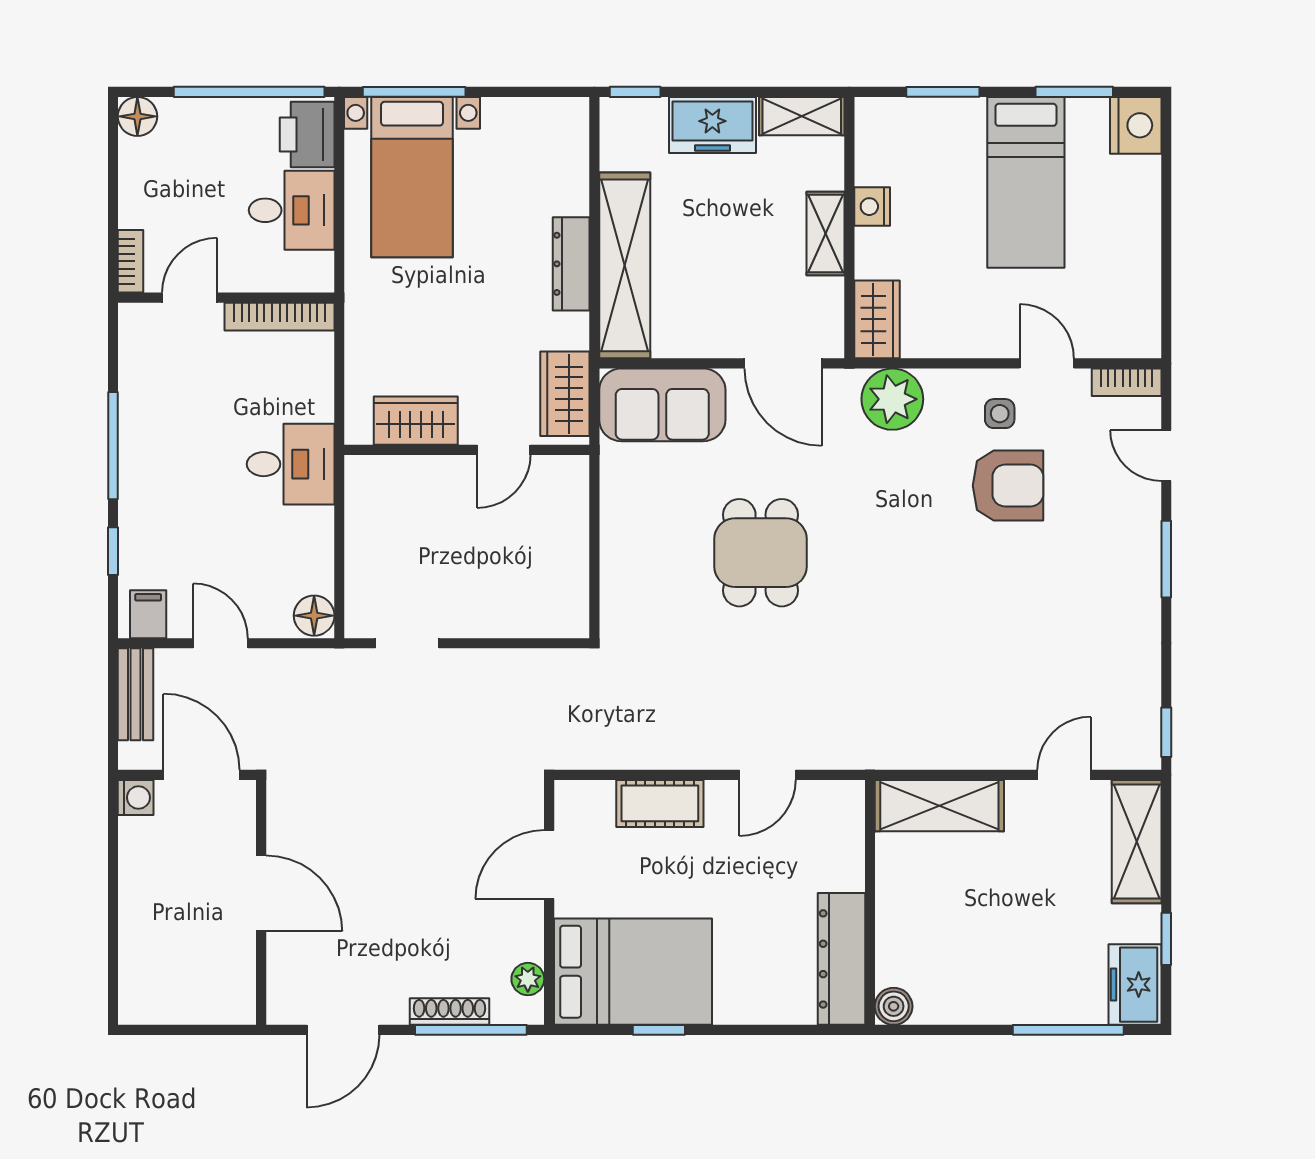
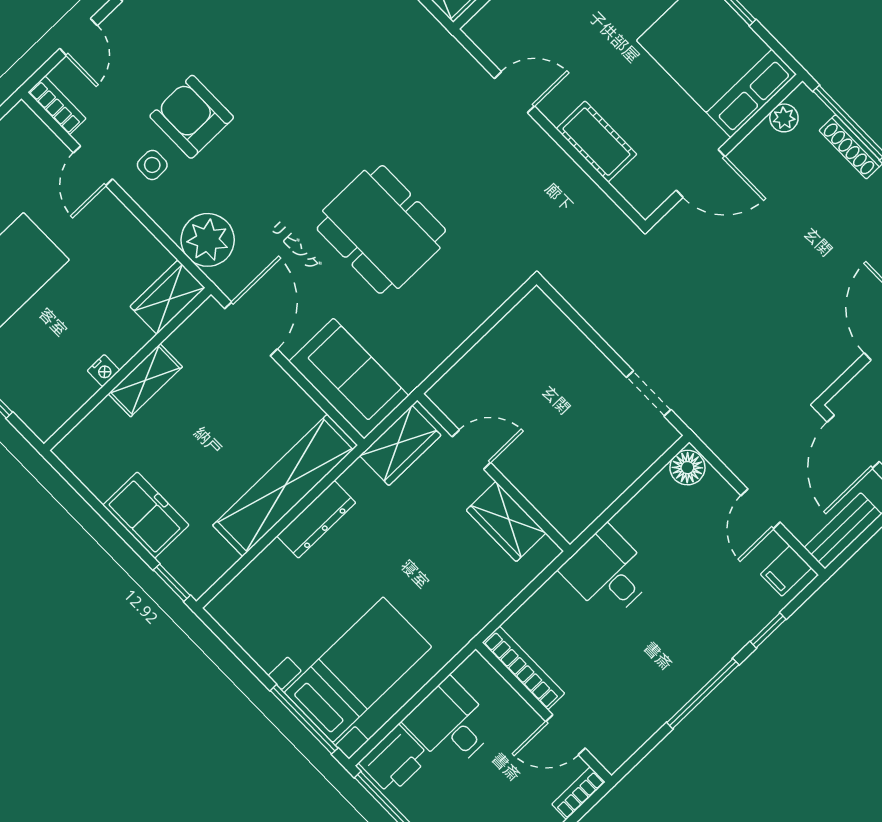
shelving: (802, 116) -> (87, 465), removed
nightstand: (872, 207) -> (103, 371), width x0.72, depth x0.74
dining table: (761, 553) -> (381, 229), width x1.38

